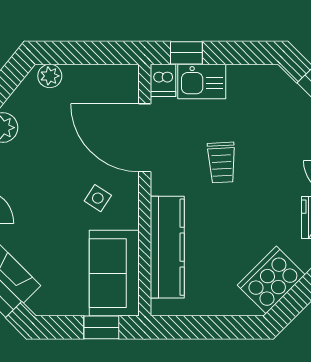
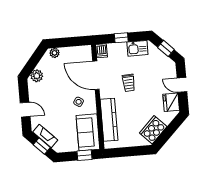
window: (186, 53) -> (121, 38), moved
kitchen sink: (202, 81) -> (137, 48), moved

